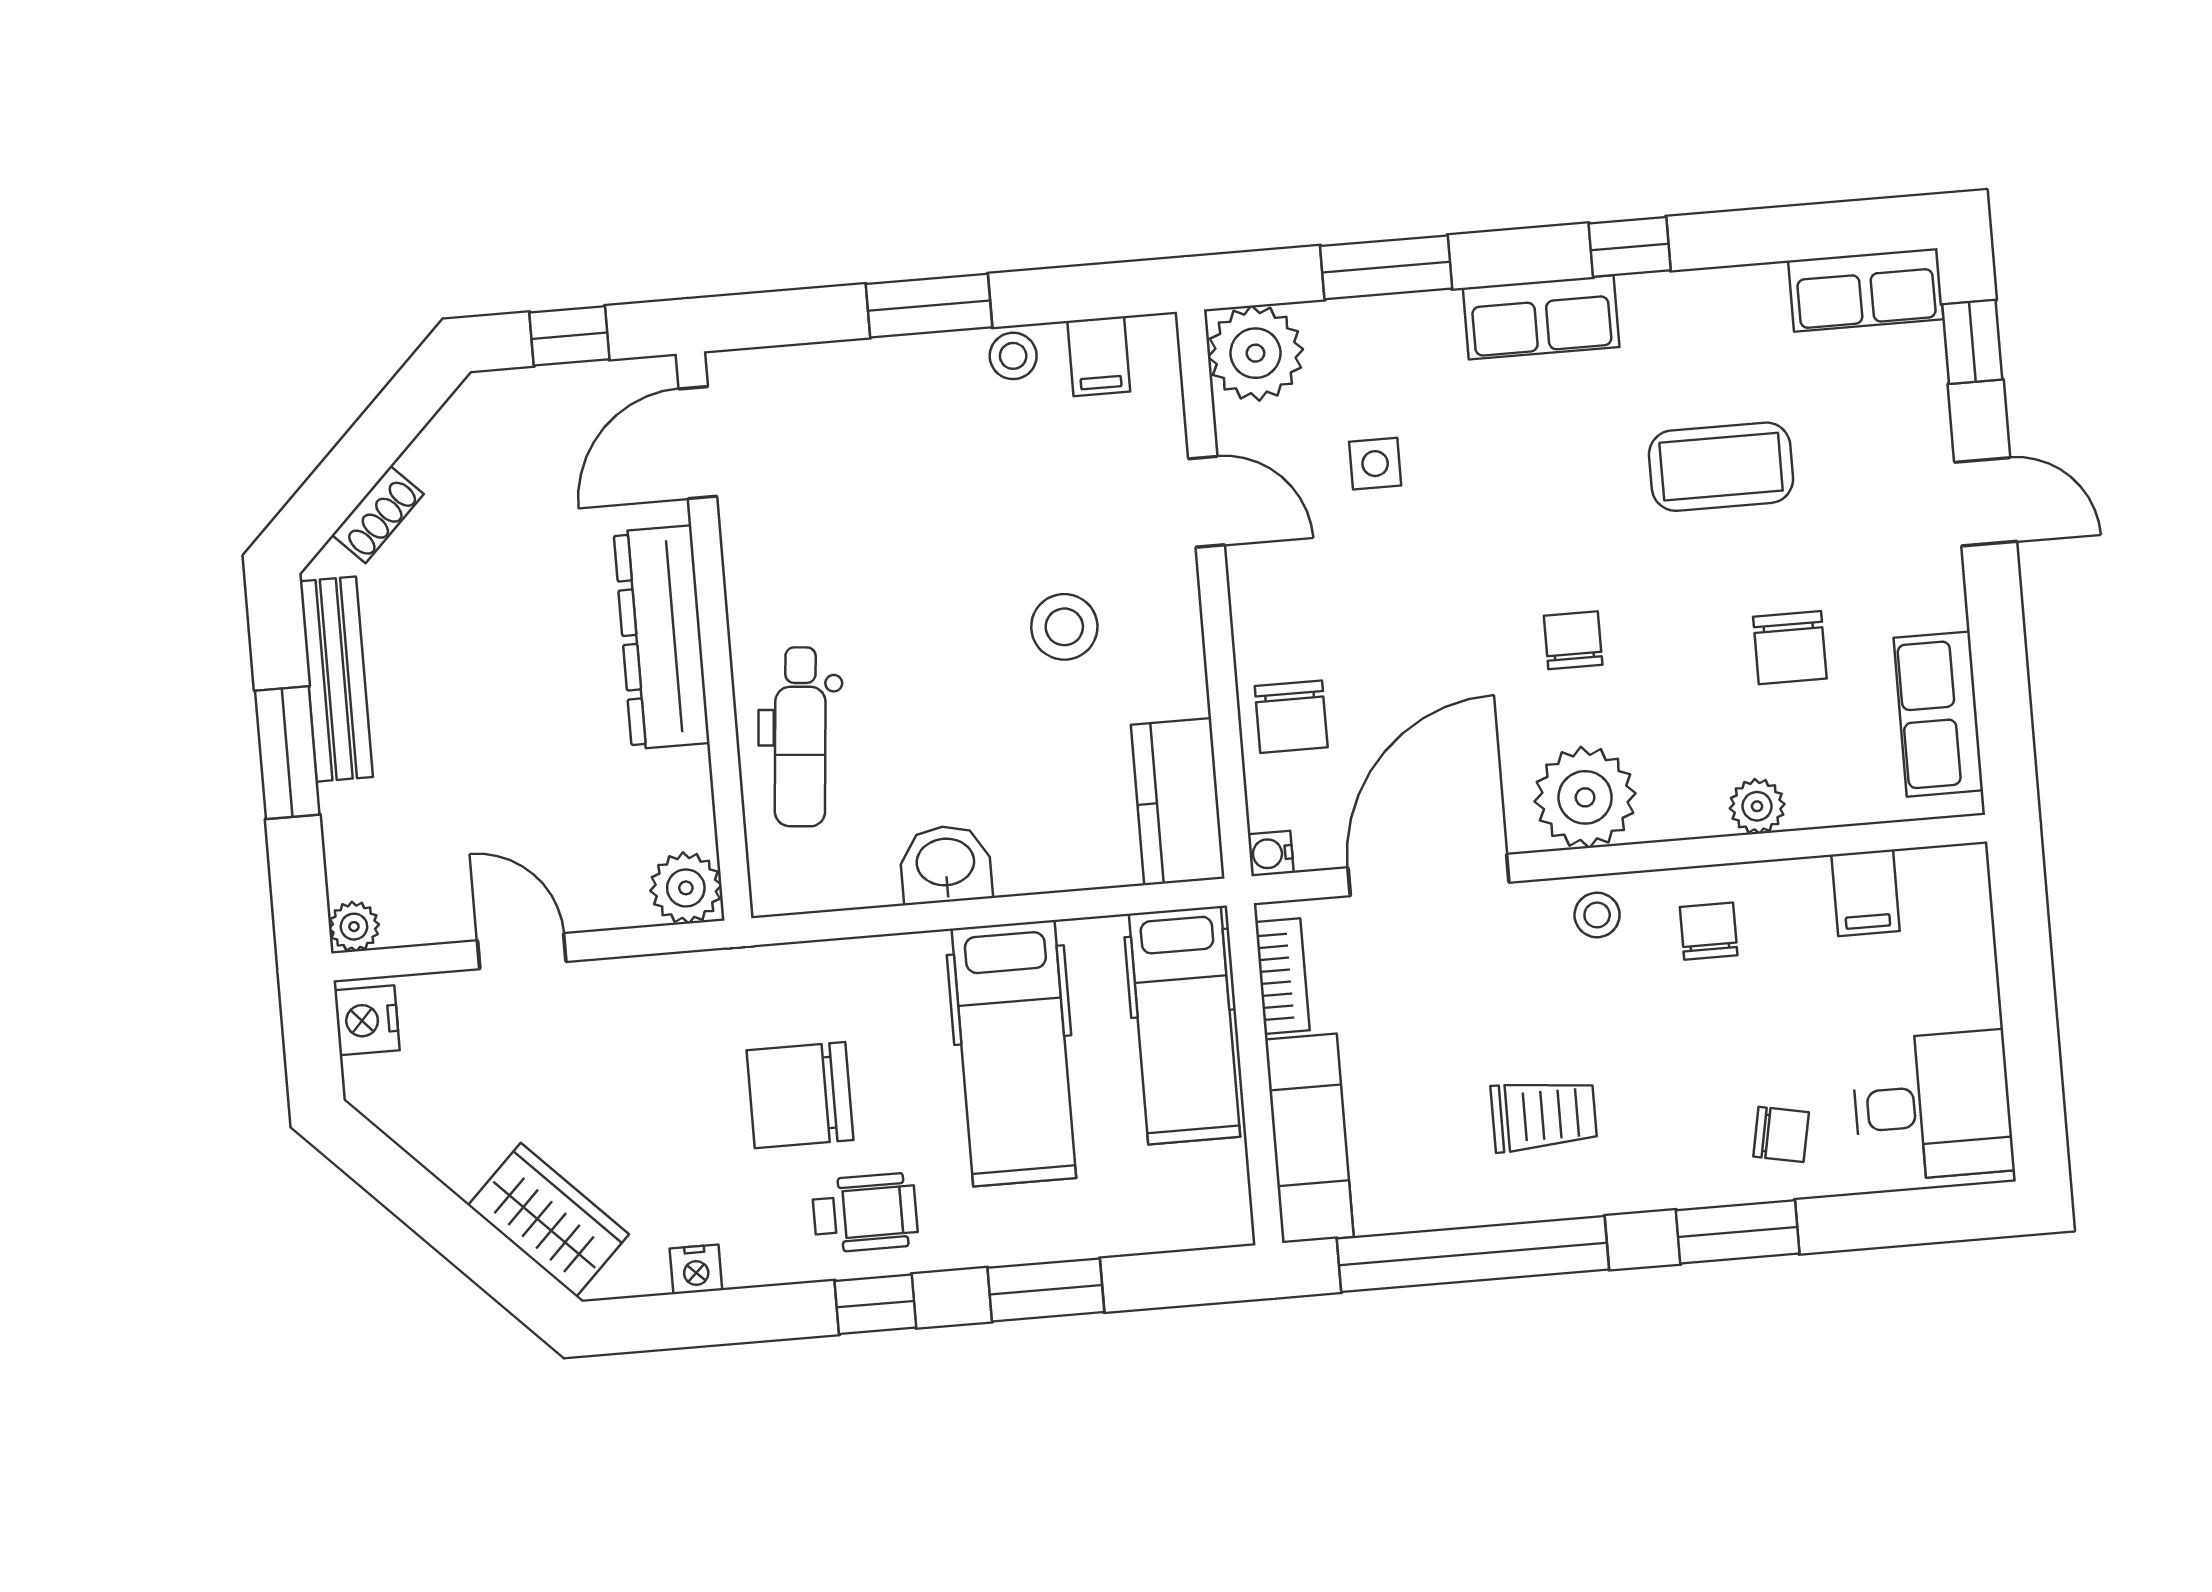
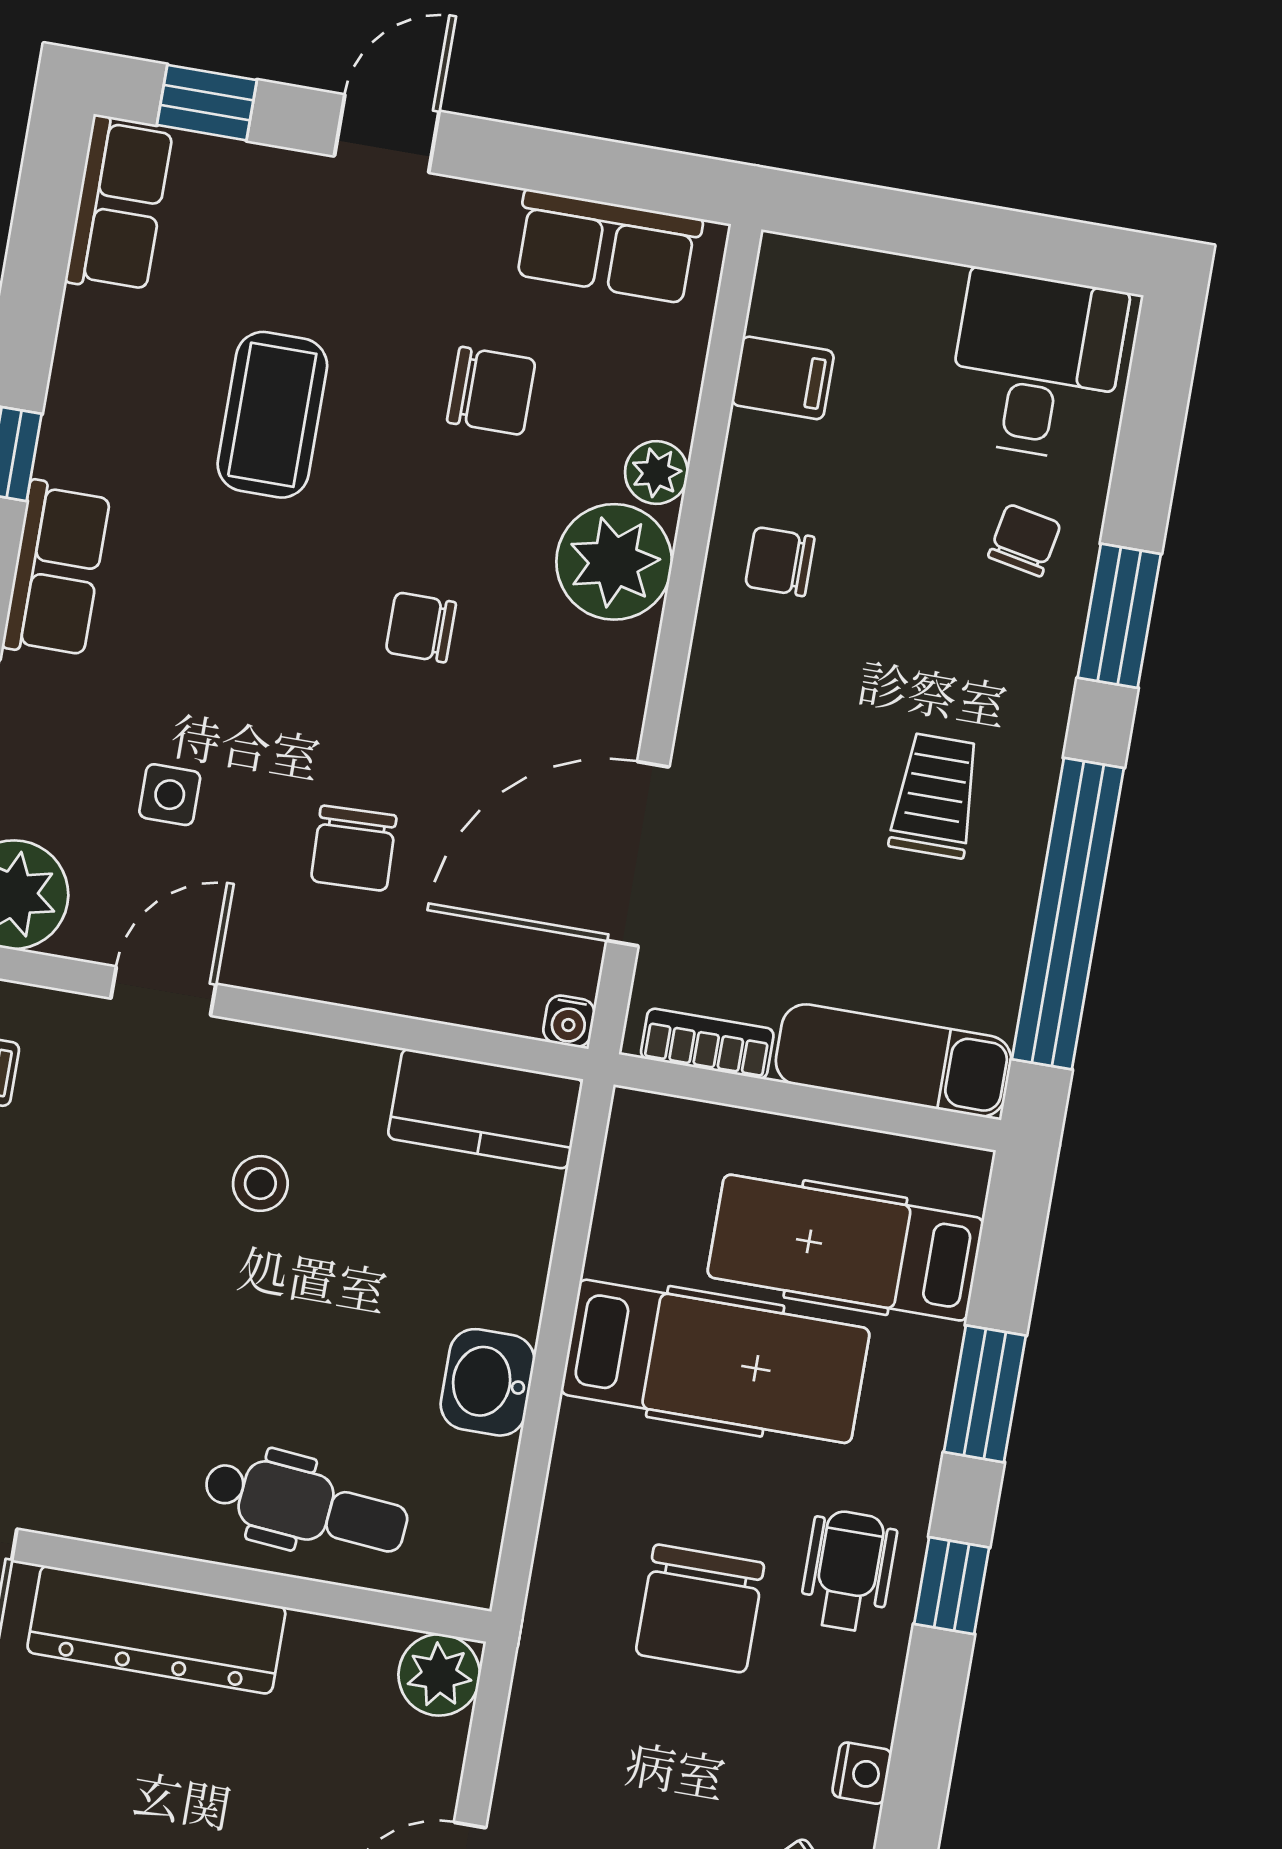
stool: (1064, 627) -> (260, 1184), width x0.73, depth x0.73
chair: (1291, 717) -> (354, 848), moved, turned 88
plant: (1585, 797) -> (614, 562), moved
door: (1429, 875) -> (638, 854), hinge flipped
stool: (1597, 915) -> (730, 680), removed
hospital bed: (1185, 1025) -> (845, 1248), moved, turned 180

